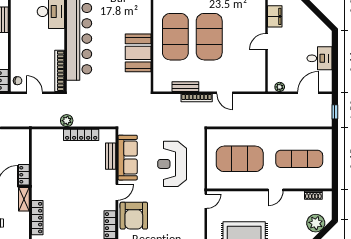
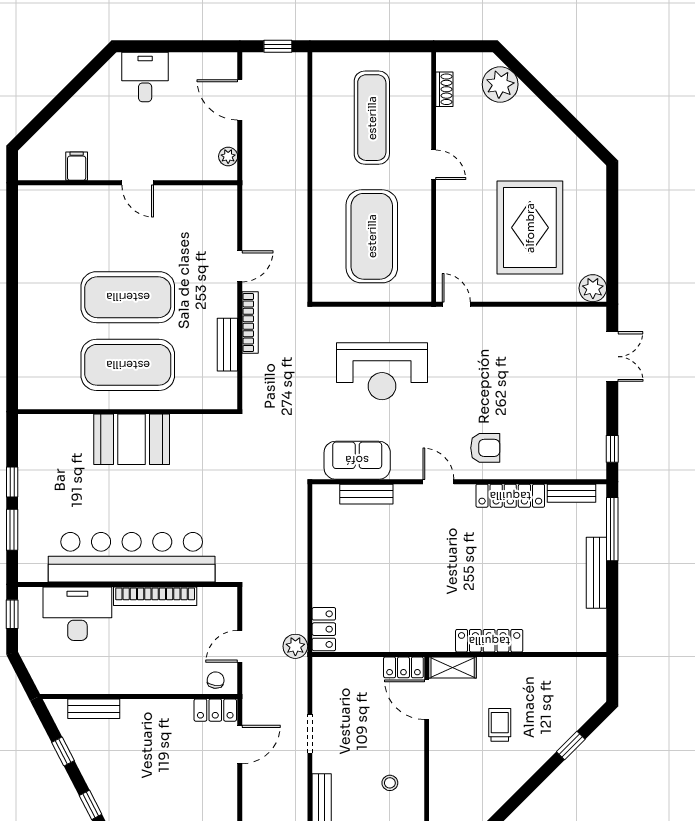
filing cabinet: (275, 16) -> (77, 166), width x0.50
booth: (138, 53) -> (132, 439), moved
desk: (320, 58) -> (145, 77), moved
bookcase: (60, 71) -> (155, 596), moved
plant: (67, 121) -> (295, 646), moved
locker: (81, 135) -> (324, 629), moved, width x0.66
sofa: (128, 158) -> (357, 460), width x0.73
armchair: (134, 216) -> (485, 448), width x0.53, depth x0.53

